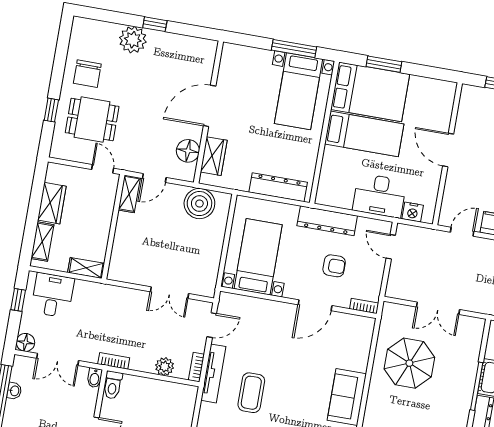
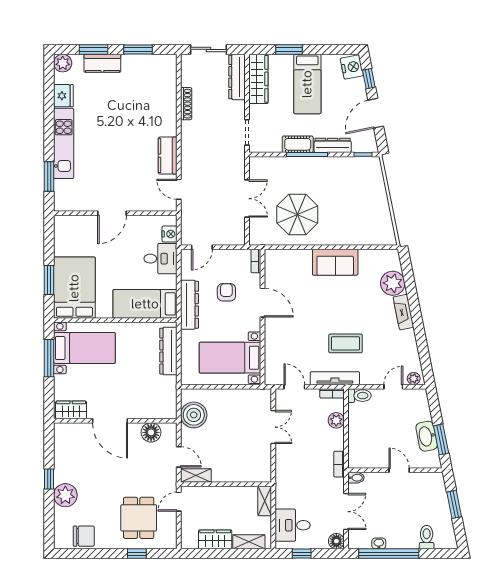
chair: (87, 74) -> (84, 536), moved
bed: (364, 134) -> (145, 304), moved, turned -90
wardrobe: (214, 156) -> (71, 410), moved
desk: (380, 196) -> (160, 259), width x0.73
toilet: (113, 385) -> (359, 396), moved

